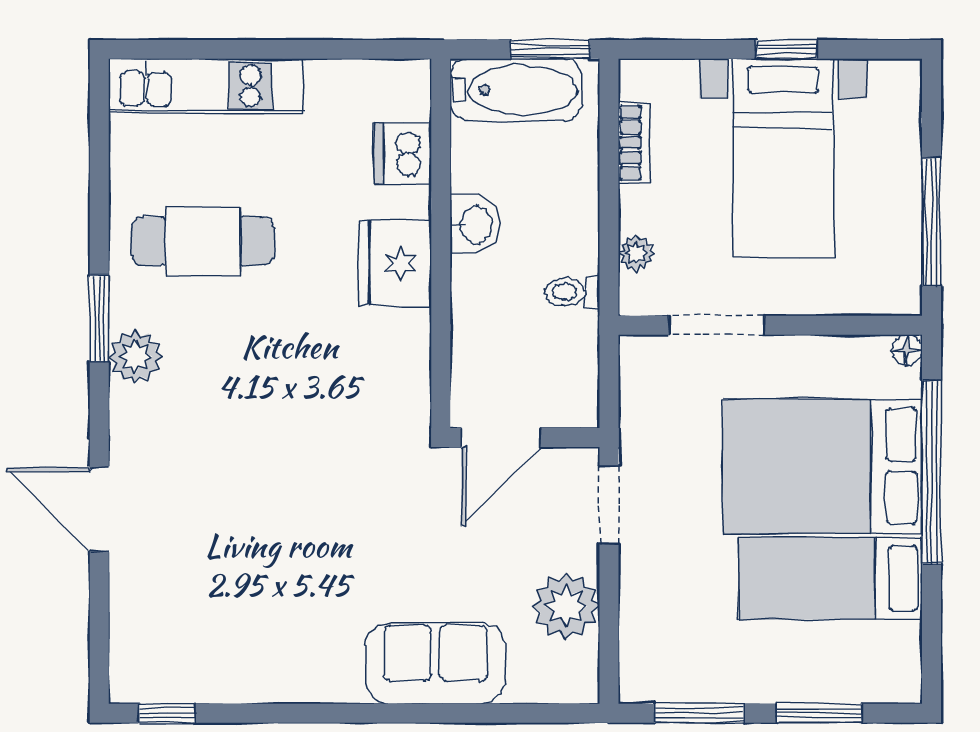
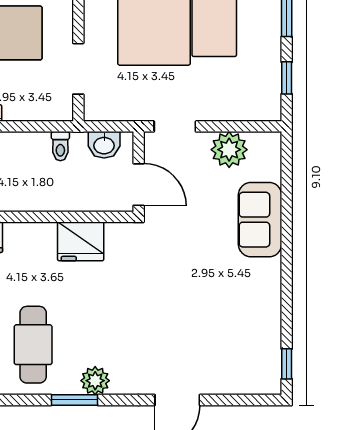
washbasin: (475, 224) -> (104, 145), moved, turned 180
plant: (636, 253) -> (40, 112), removed
fridge: (395, 263) -> (81, 241), moved
window: (699, 713) -> (287, 78), width x0.67

